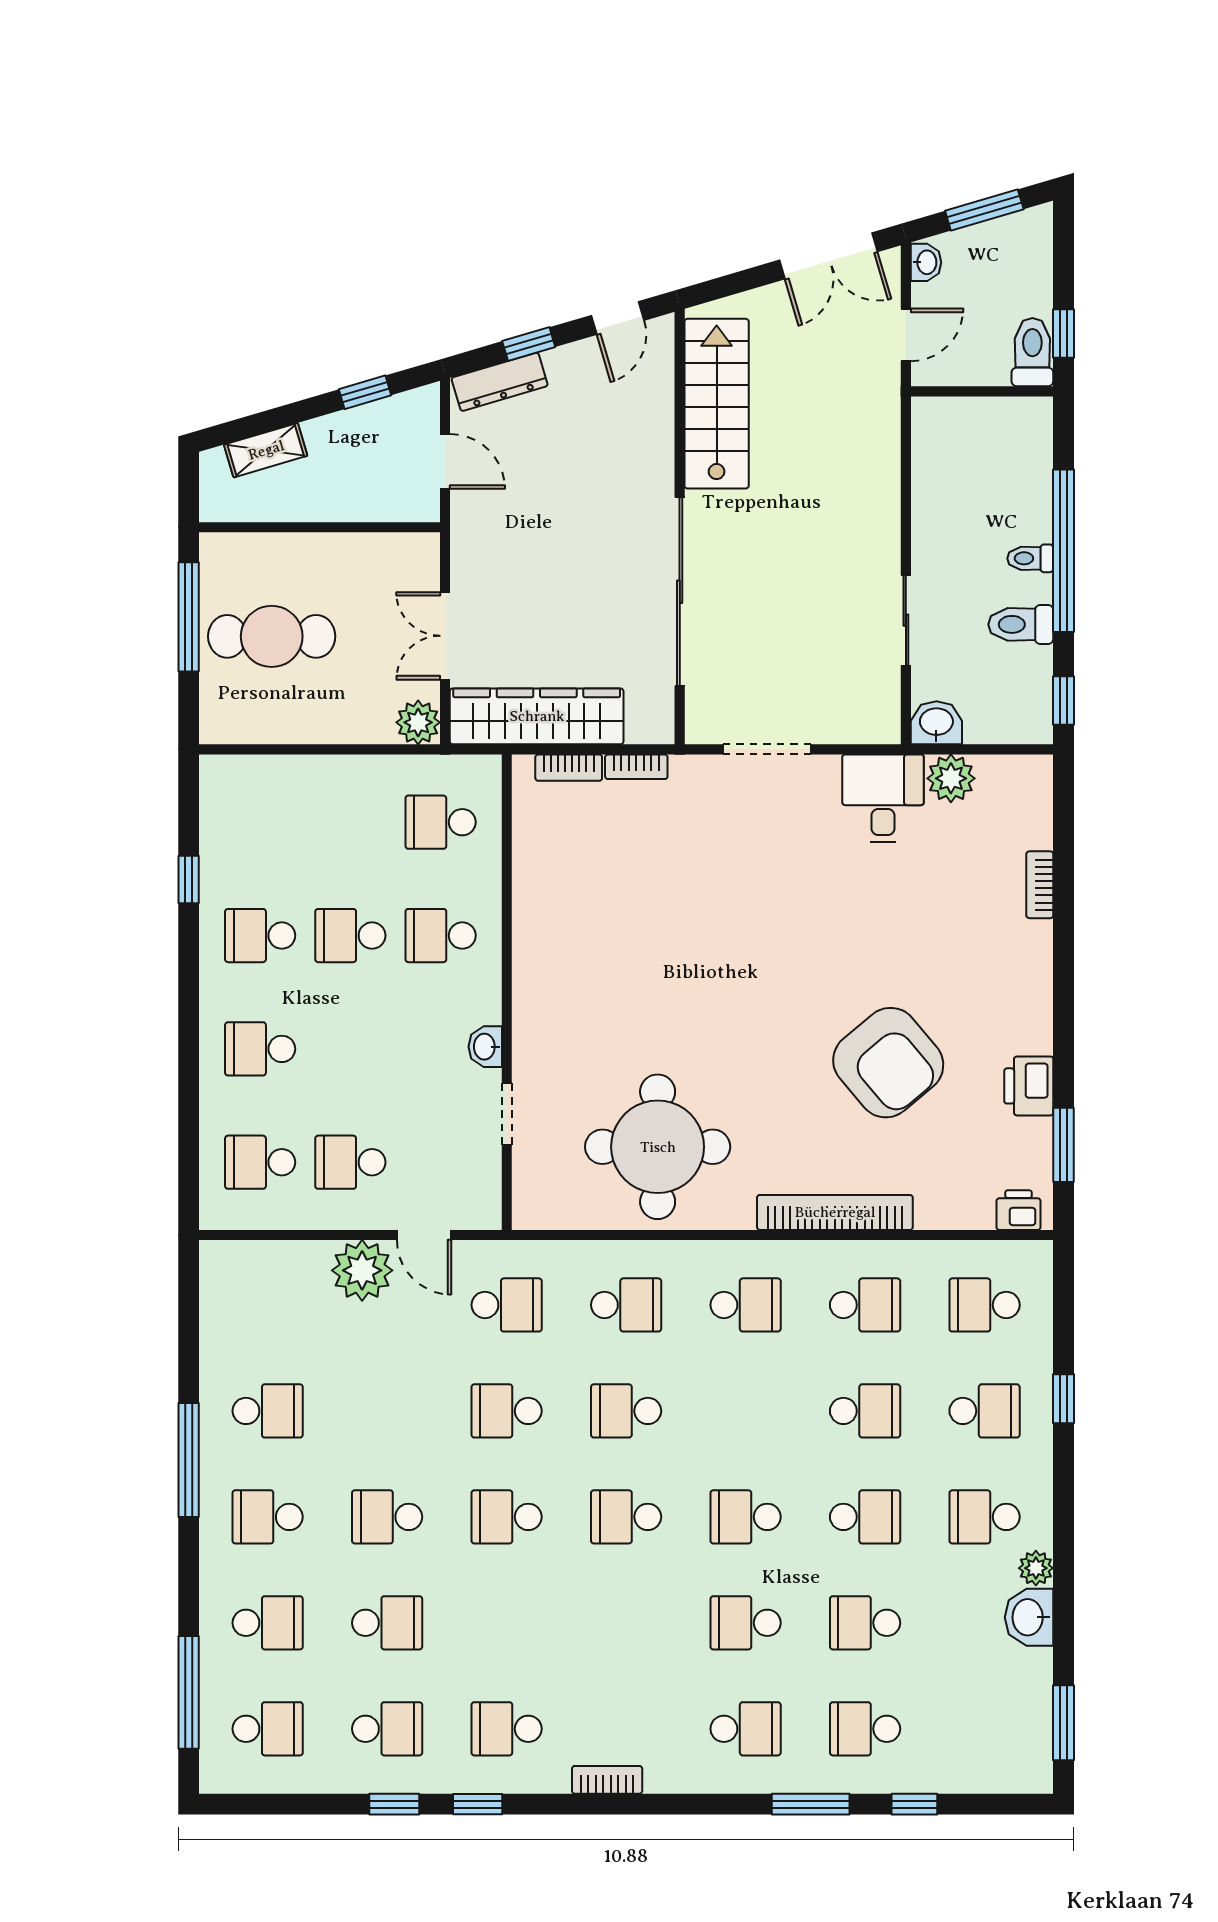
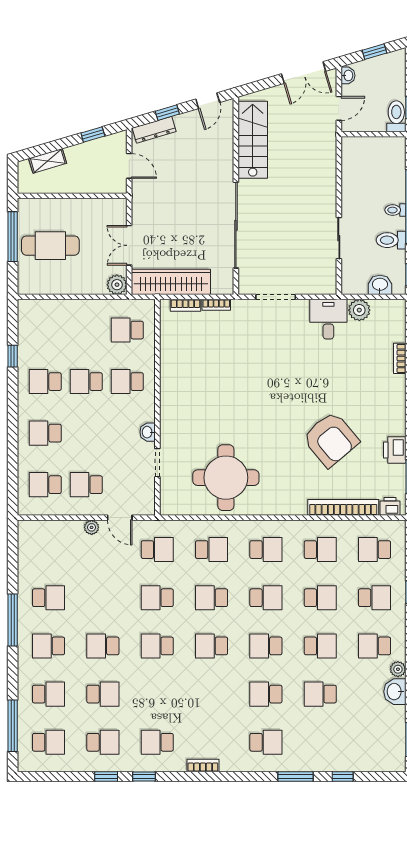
window: (984, 210) -> (374, 52), width x0.67
washbasin: (936, 723) -> (380, 285), moved
bookcase: (835, 1212) -> (343, 507), moved
plant: (362, 1270) -> (92, 527), width x0.53, depth x0.53
school desk: (865, 1729) -> (266, 598), moved, turned 180

